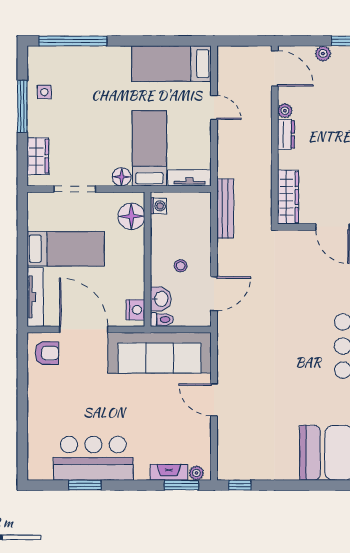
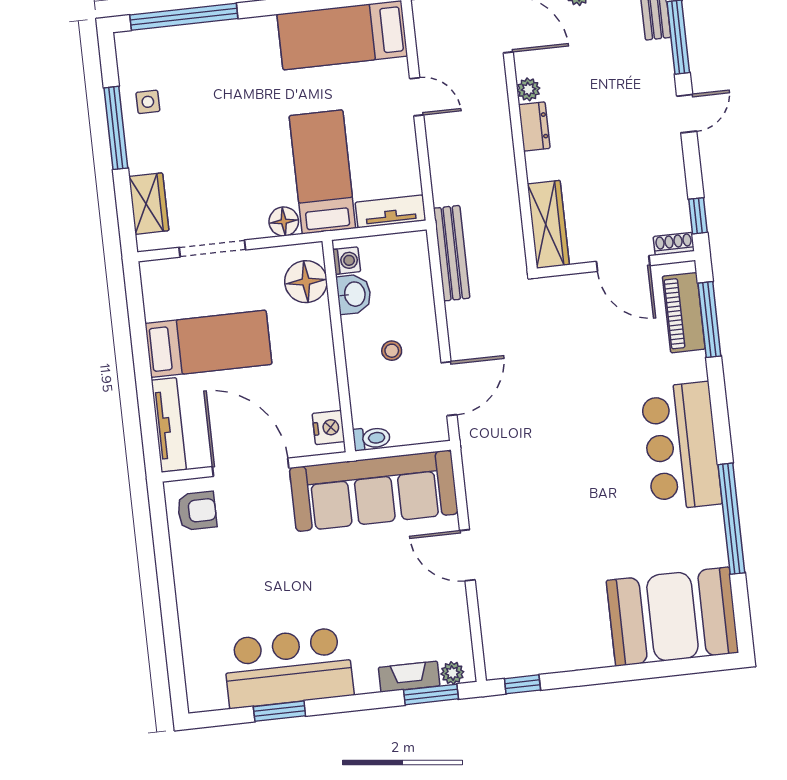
washbasin: (161, 299) -> (354, 294), moved

